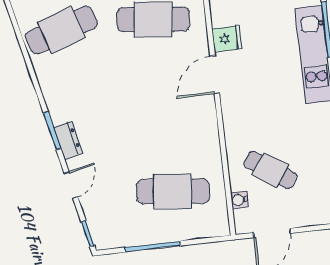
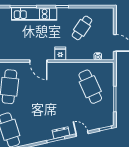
fridge: (227, 39) -> (60, 54), moved
cafe table: (270, 170) -> (82, 28), moved
cafe table: (173, 191) -> (90, 87), turned -30

